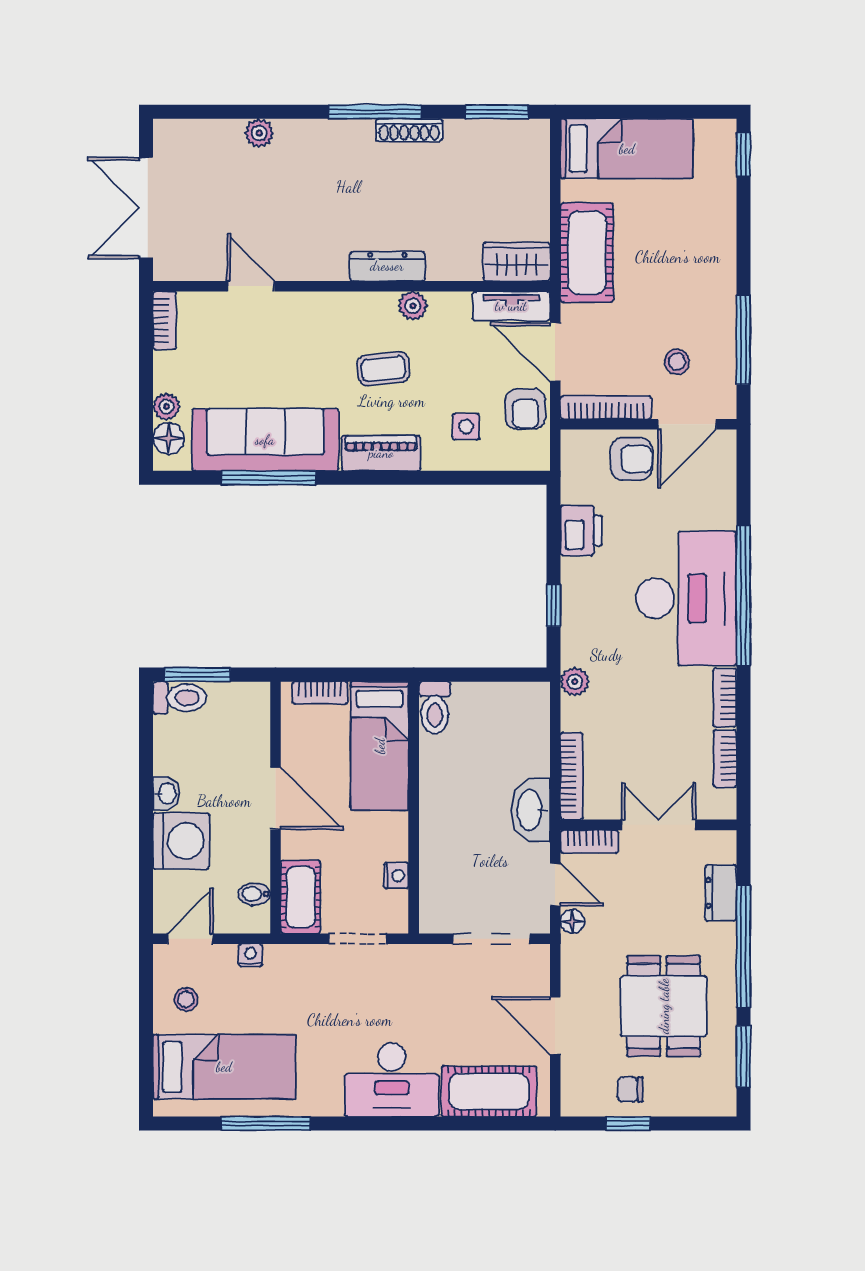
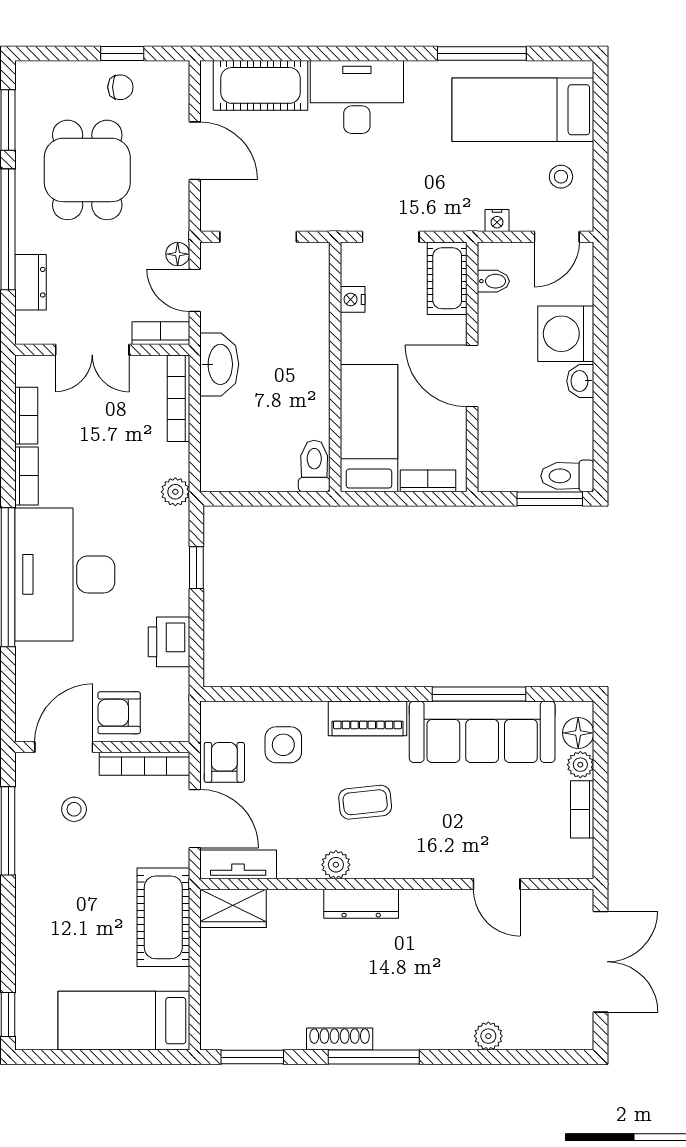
bookcase: (165, 320) -> (582, 809), moved
side table: (466, 427) -> (283, 745), width x1.37, depth x1.37

